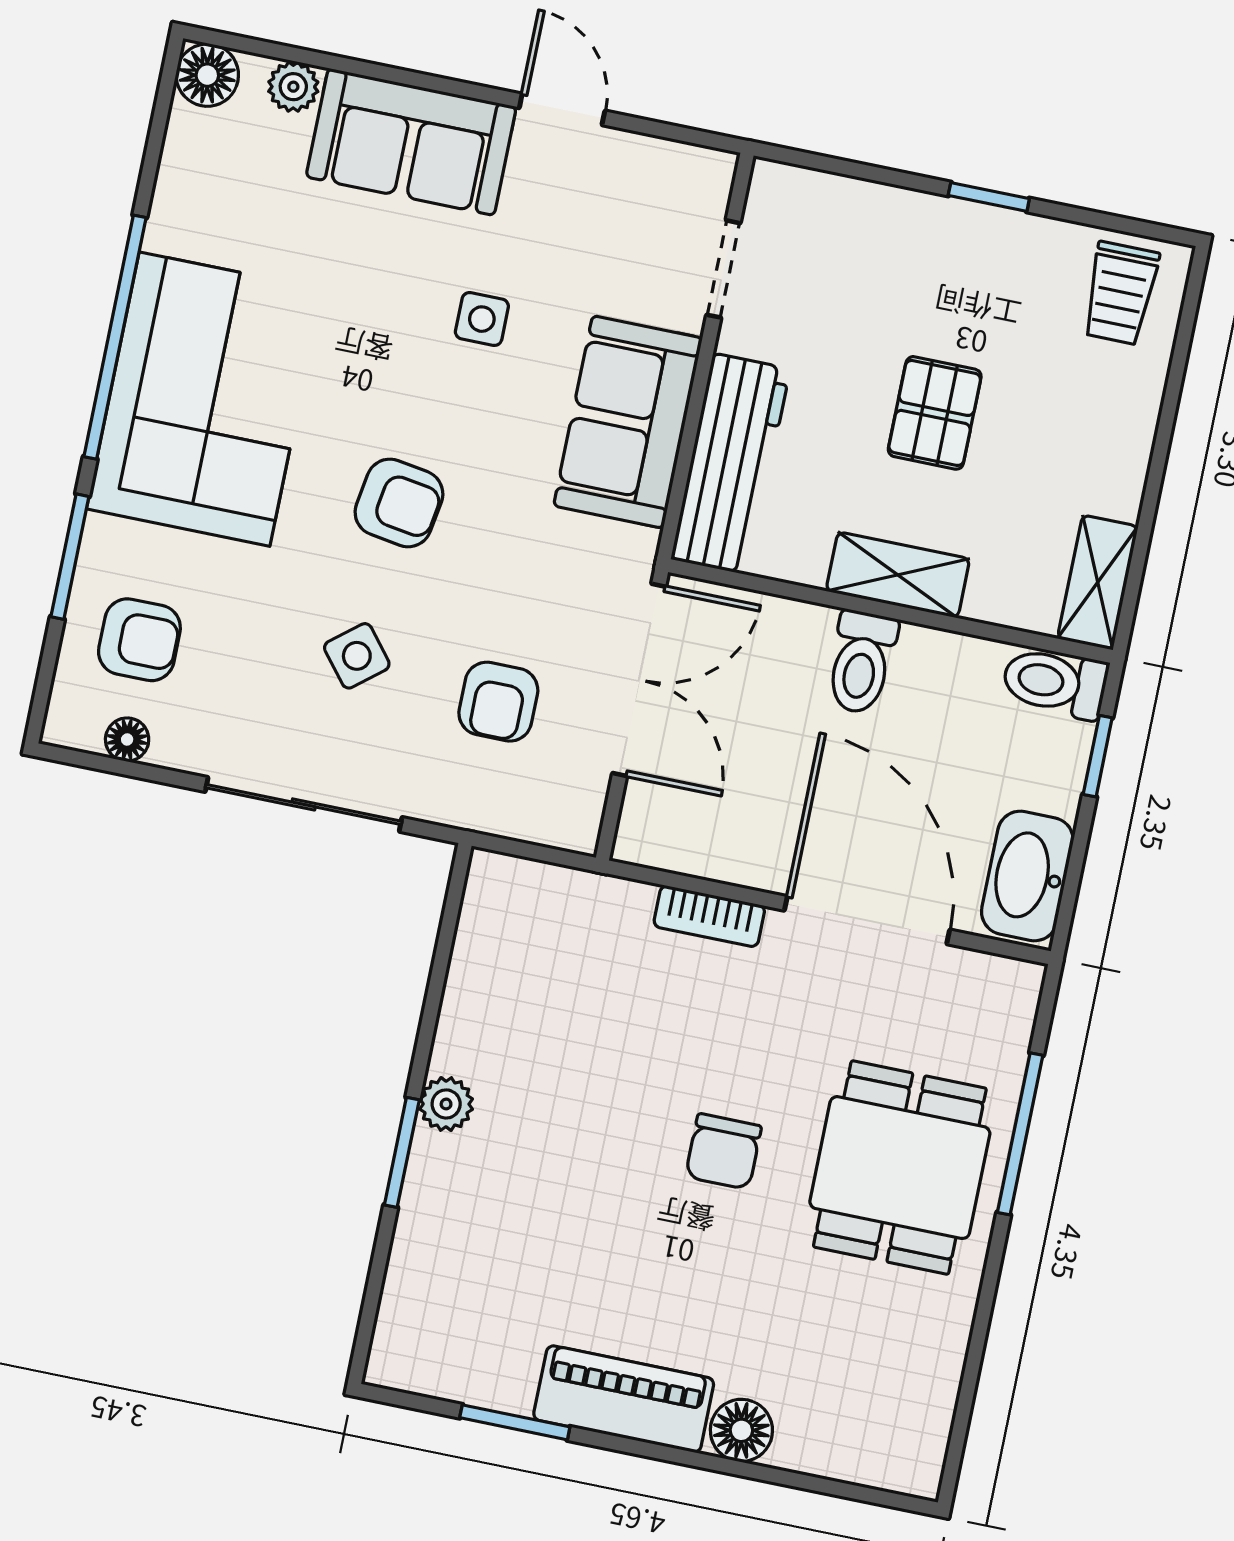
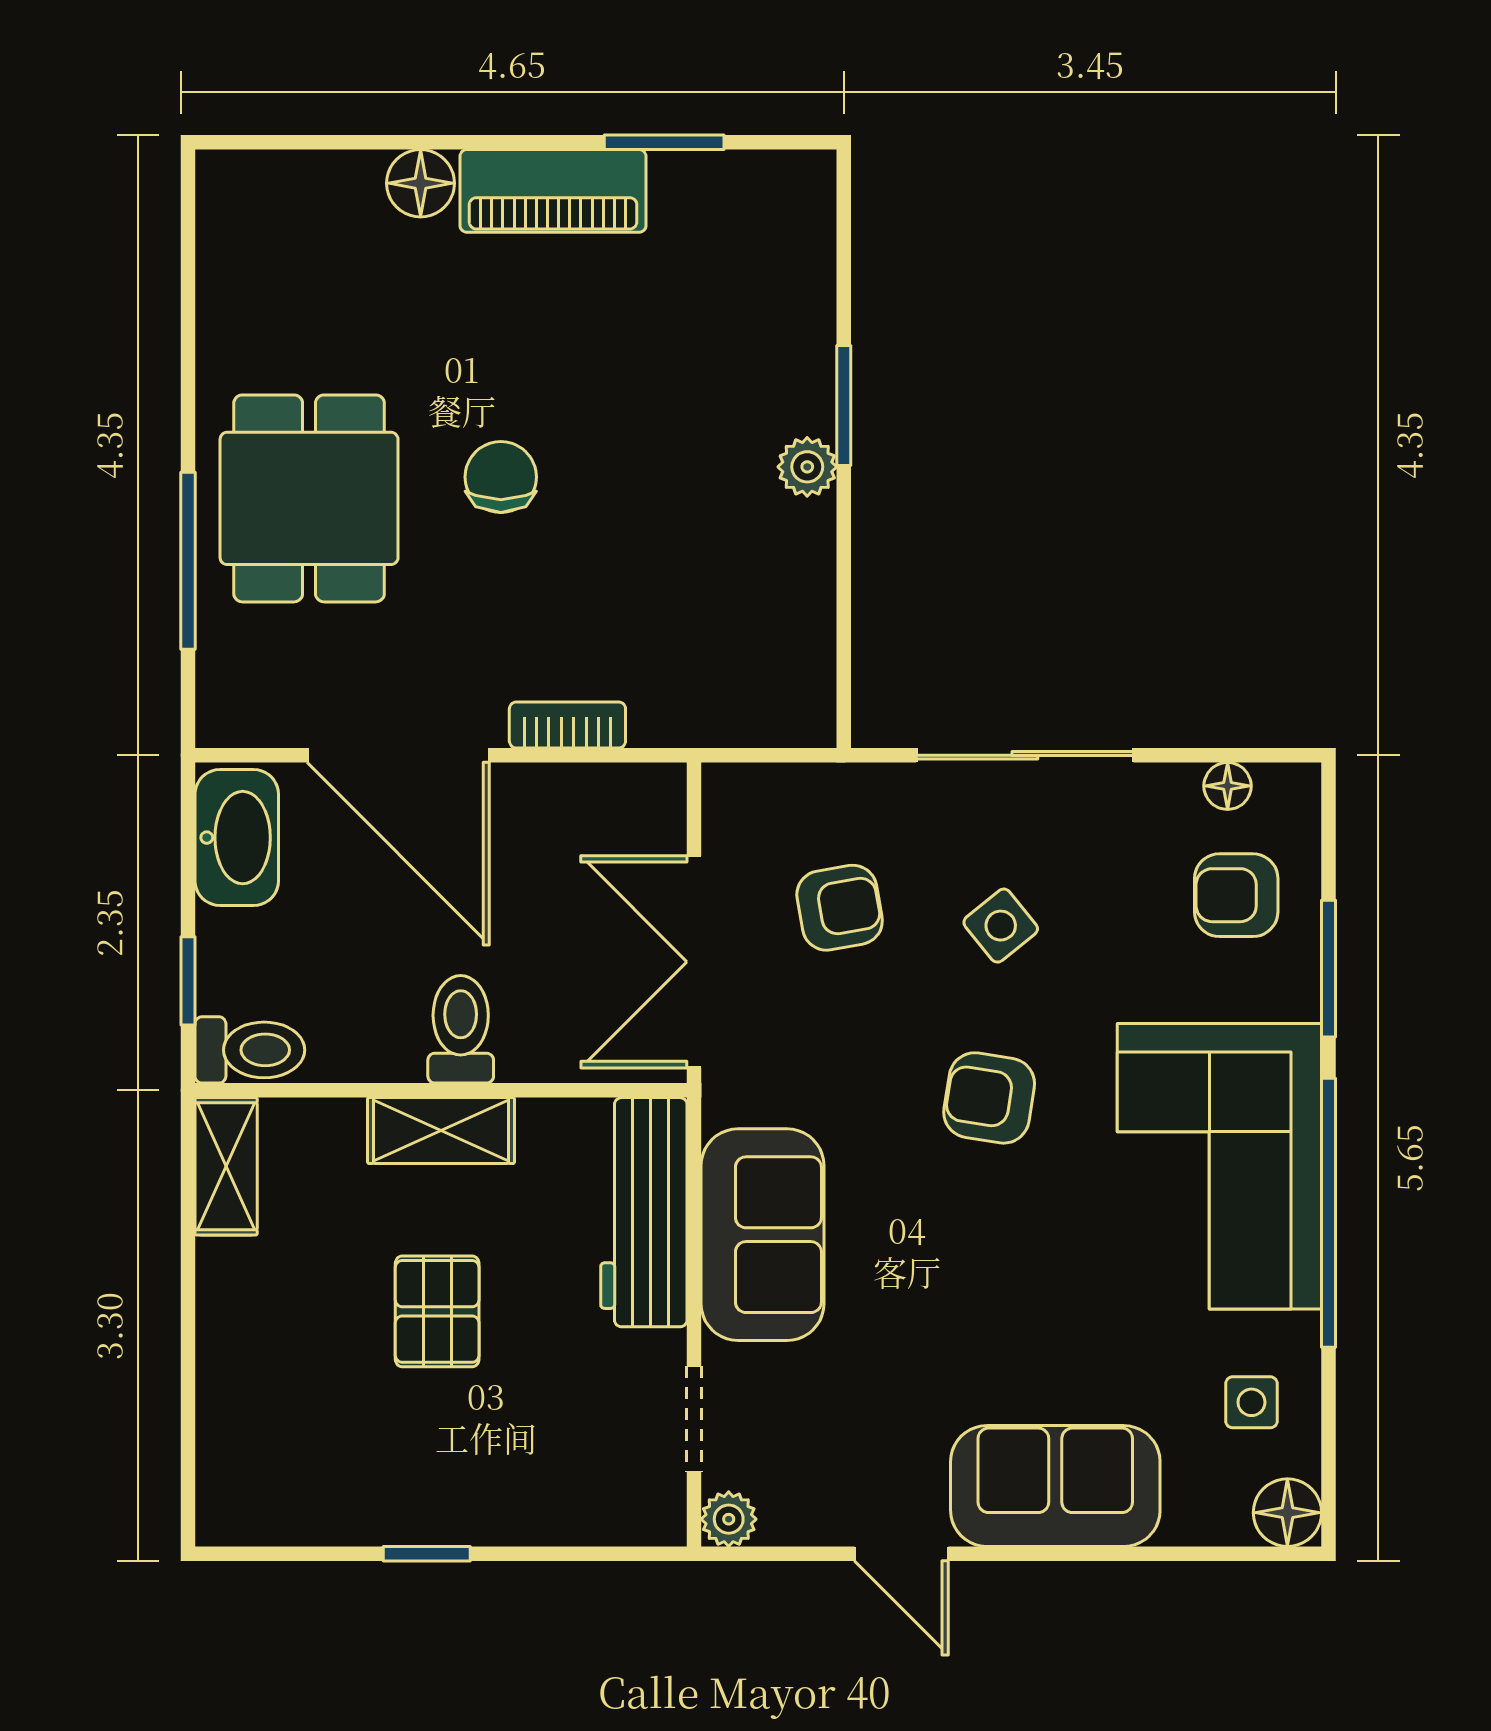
plant: (293, 87) -> (729, 1519), moved
trolley: (1120, 293) -> (265, 1480), removed
side table: (482, 319) -> (1251, 1402), moved
armchair: (498, 702) -> (840, 908), turned 80

